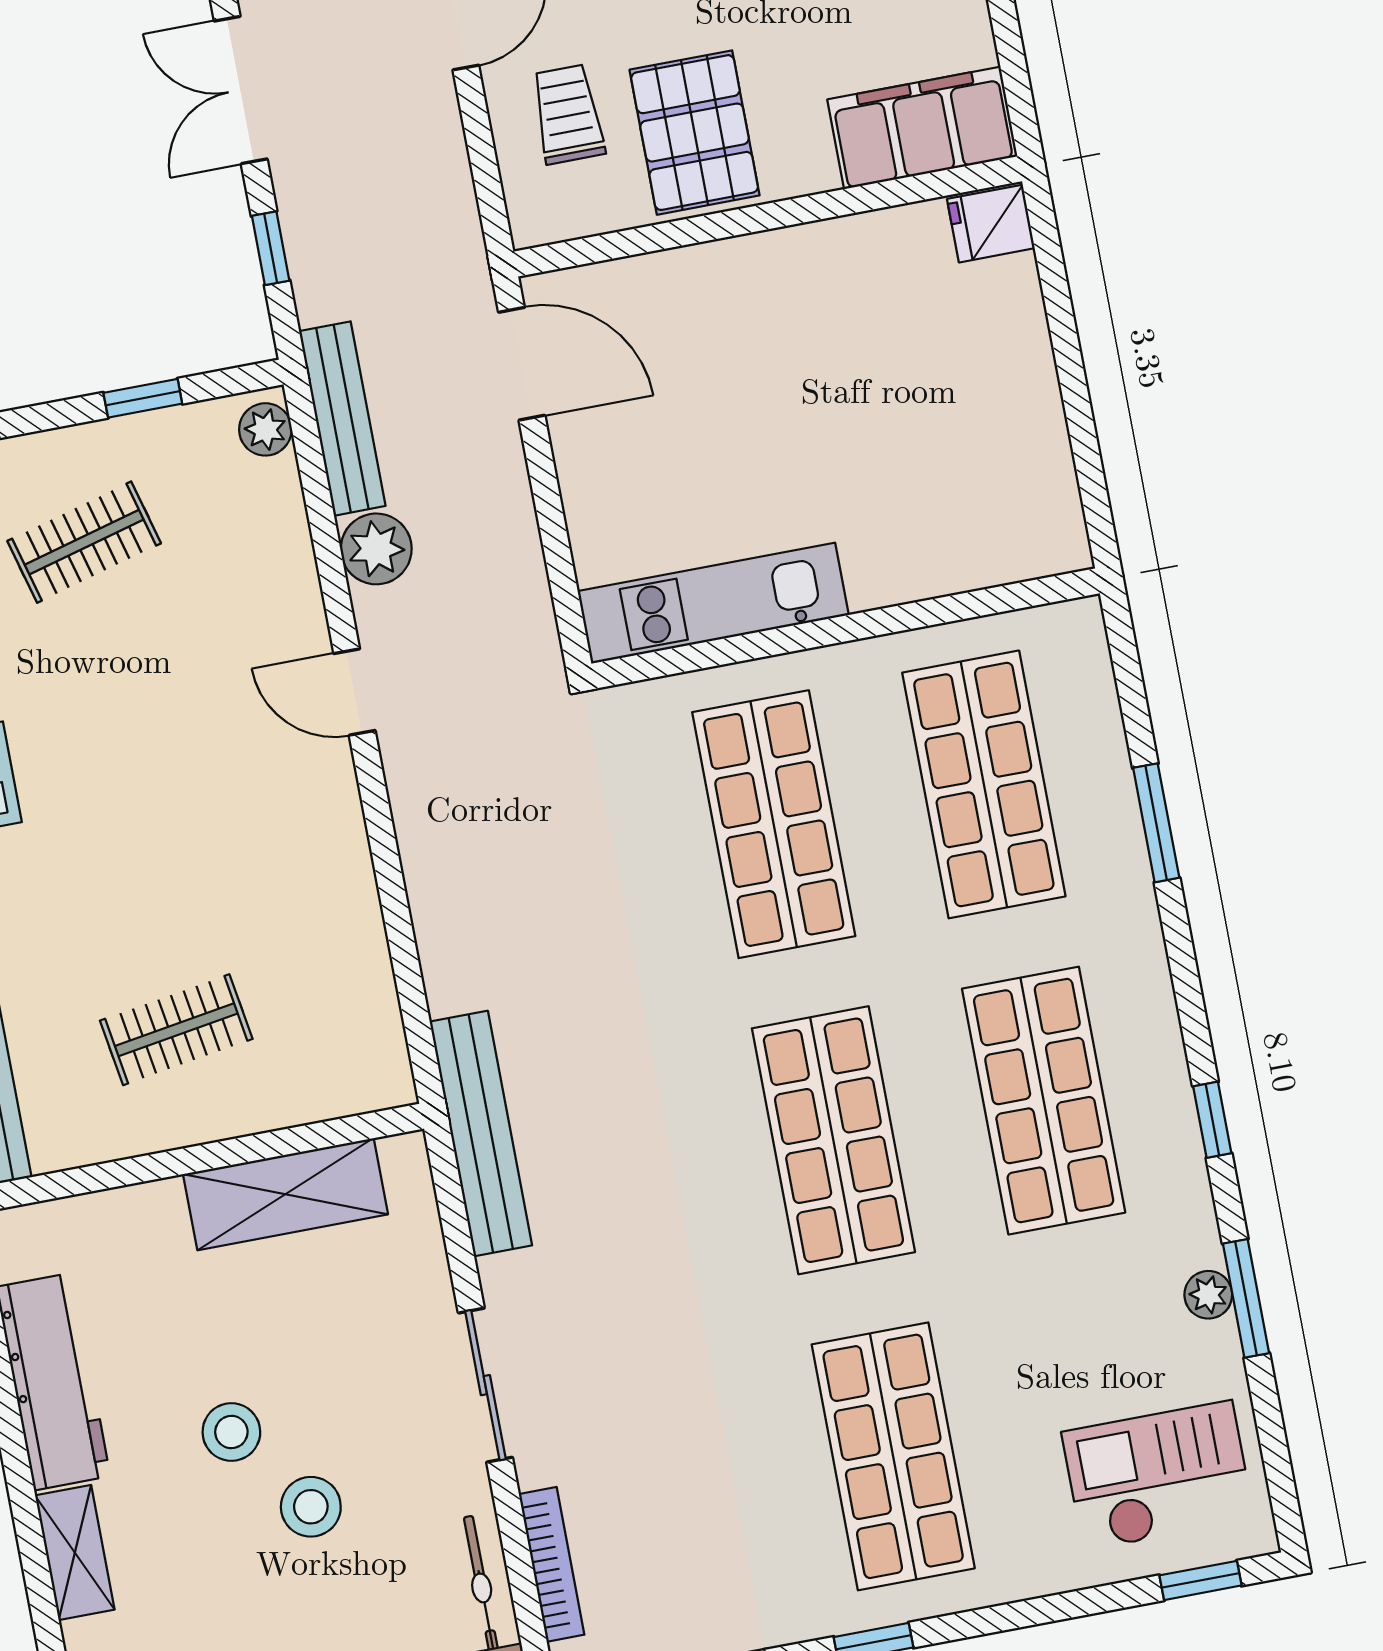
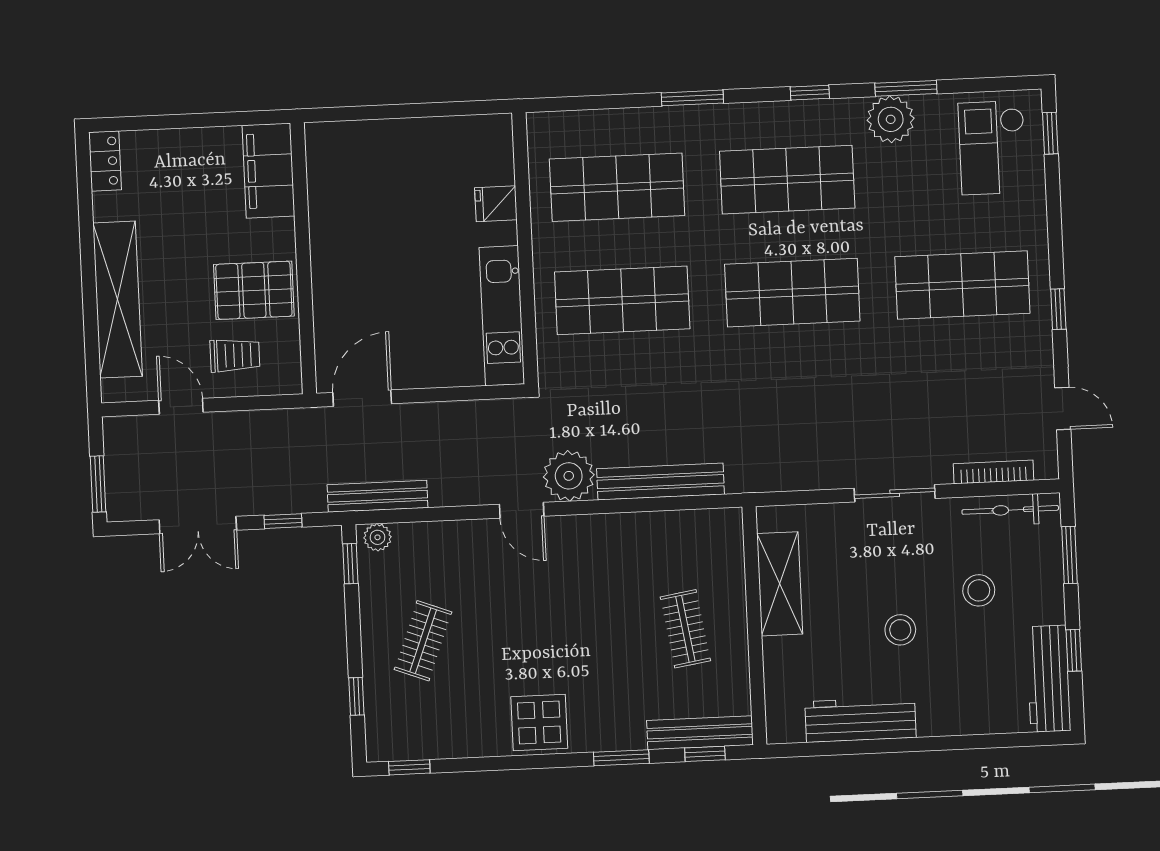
trolley: (568, 114) -> (235, 355), turned 180
fridge: (991, 224) -> (496, 204), moved, turned 90
window: (143, 398) -> (350, 564), moved
clothes rail: (84, 542) -> (423, 641), turned 36
plant: (376, 549) -> (569, 476), moved, width x1.36, depth x1.36
door: (354, 692) -> (522, 510), hinge flipped
window: (1156, 823) -> (692, 98), moved
bench: (481, 1133) -> (660, 482), moved
plant: (1208, 1295) -> (891, 119), width x1.88, depth x1.88
stool: (311, 1507) -> (979, 590), moved
shelving: (75, 1552) -> (952, 721), removed

